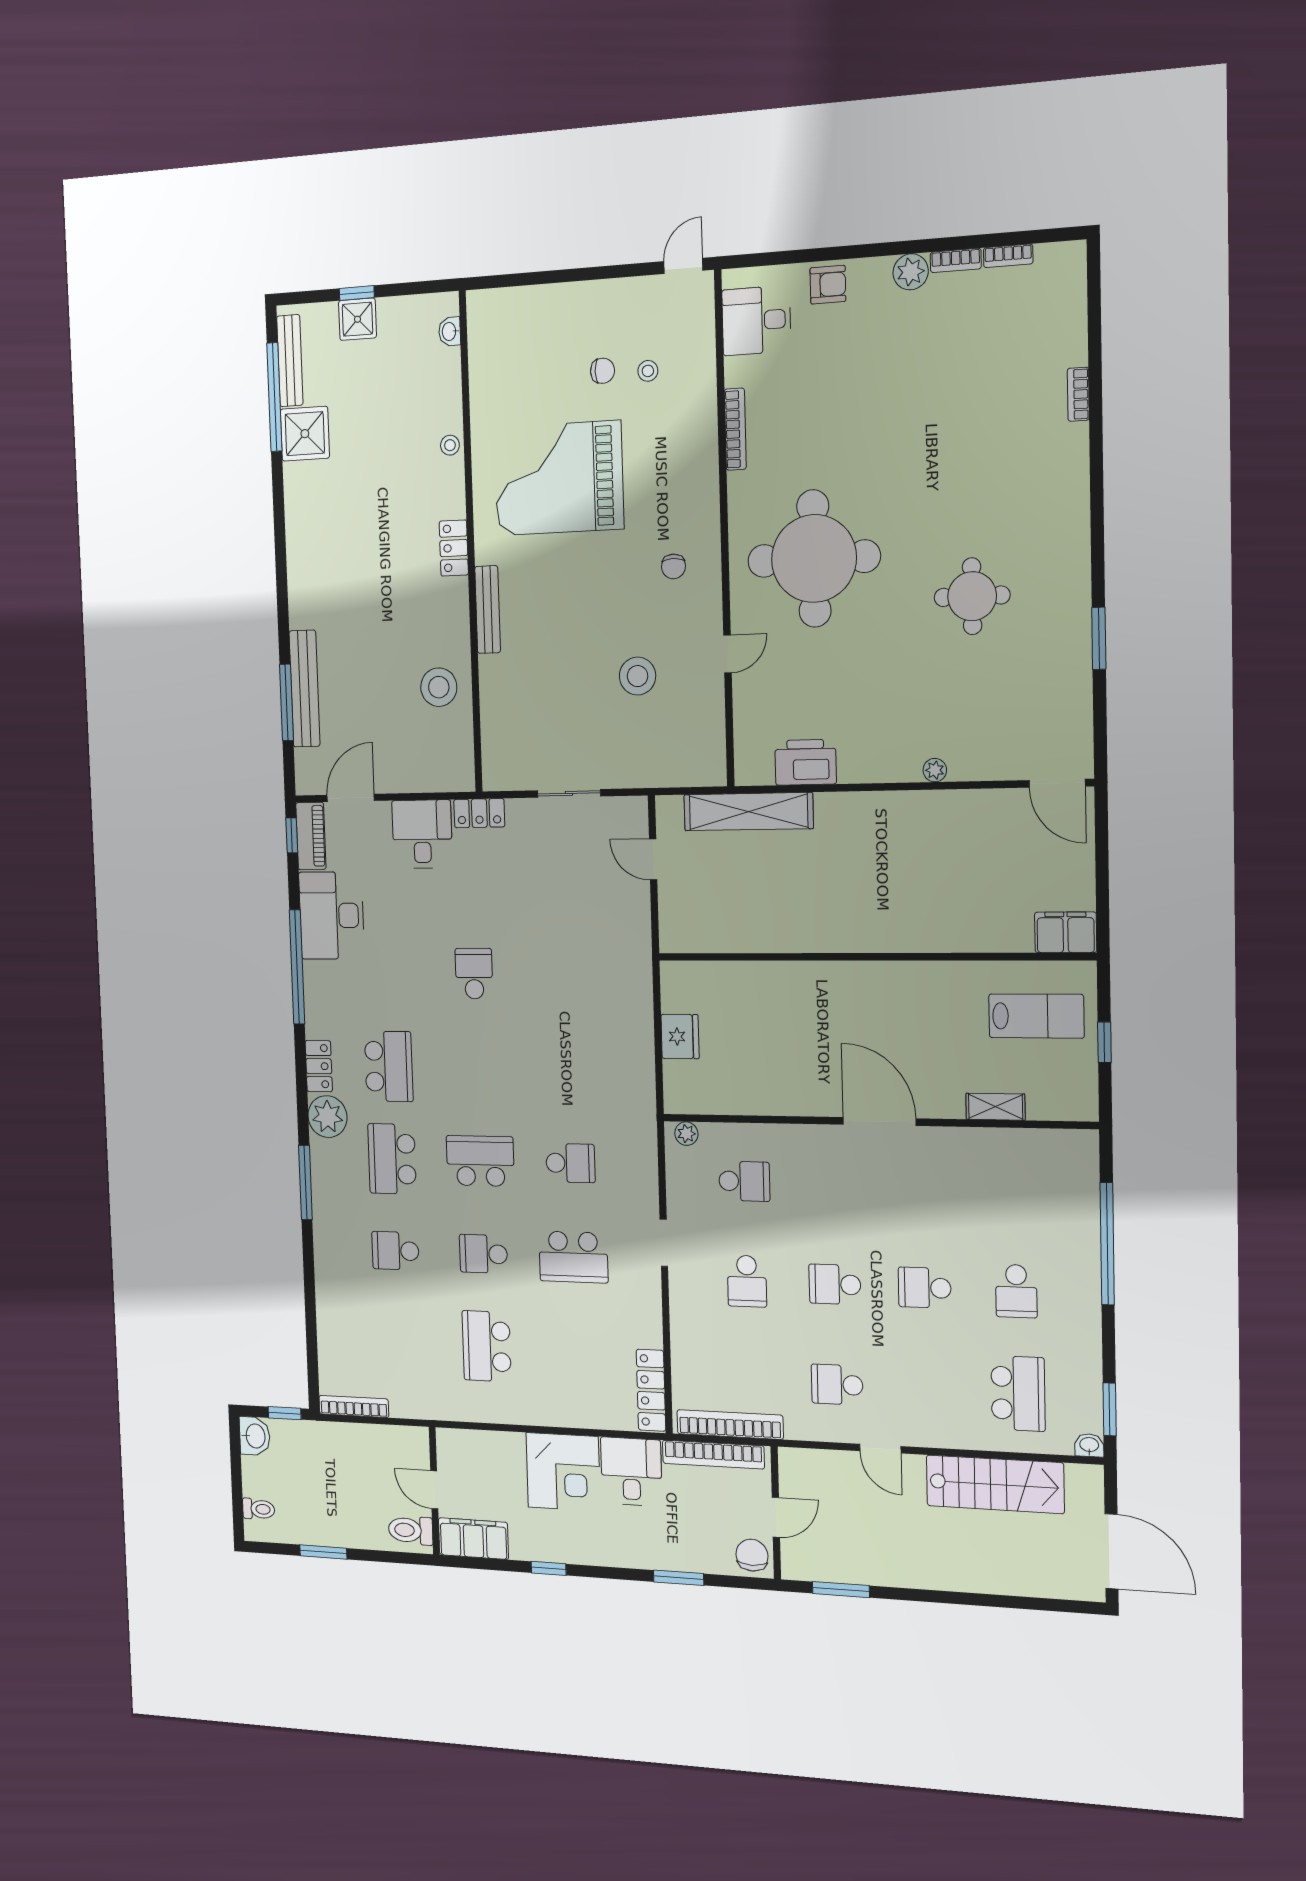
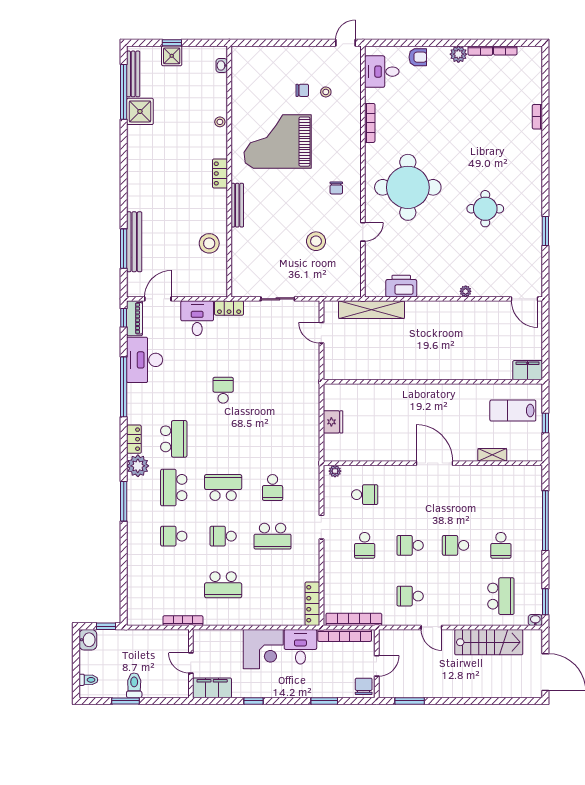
lab bench: (1036, 1016) -> (513, 411), turned 180
school desk: (570, 1163) -> (273, 488), turned 90
school desk: (487, 1346) -> (223, 585), turned -90
bookcase: (354, 1406) -> (183, 621), moved
toilet: (411, 1530) -> (134, 685), moved, turned 90

